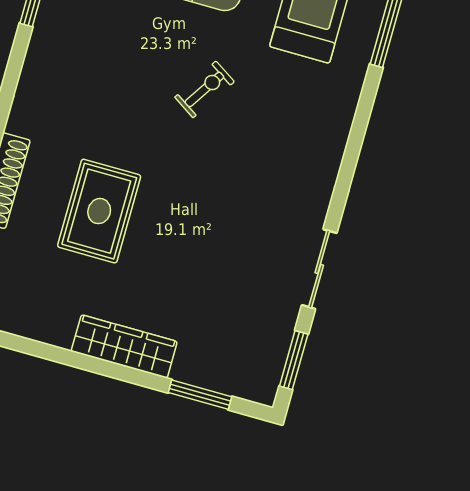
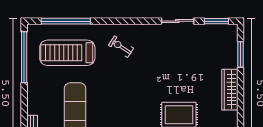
exercise bike: (204, 89) -> (121, 47), moved

